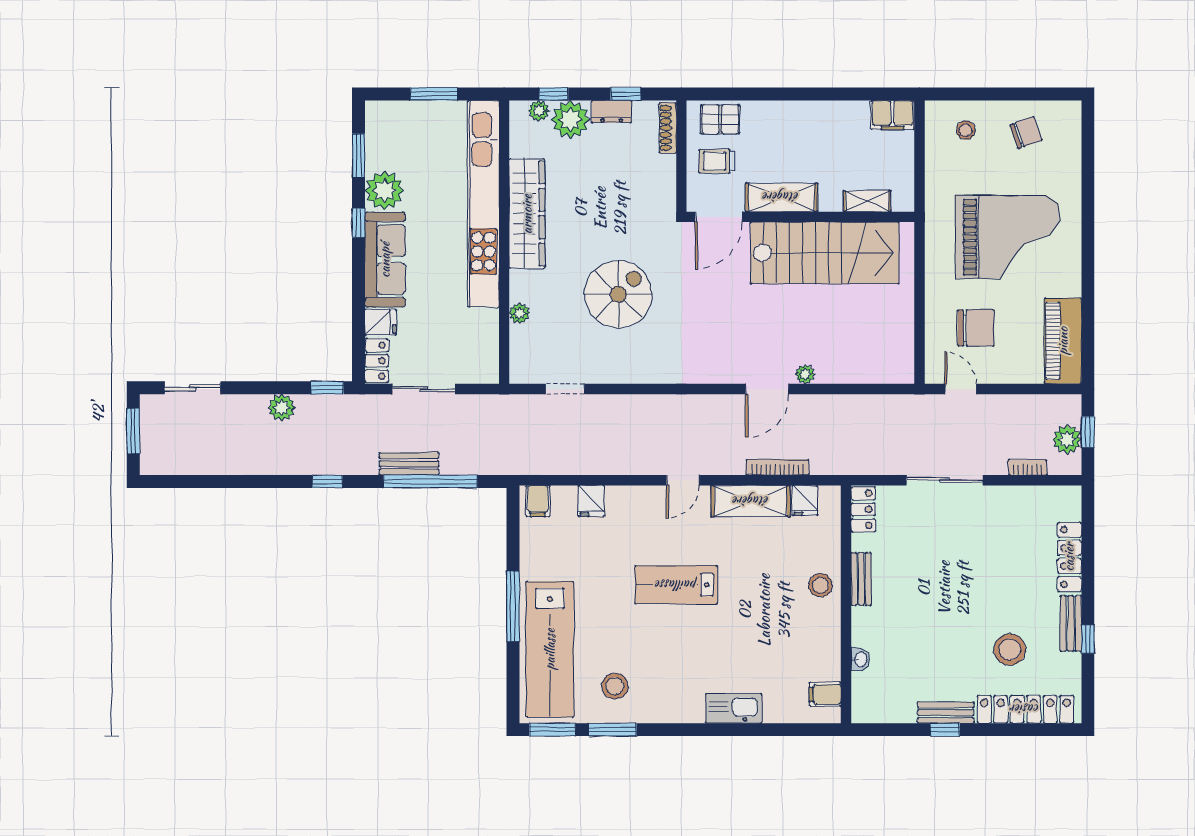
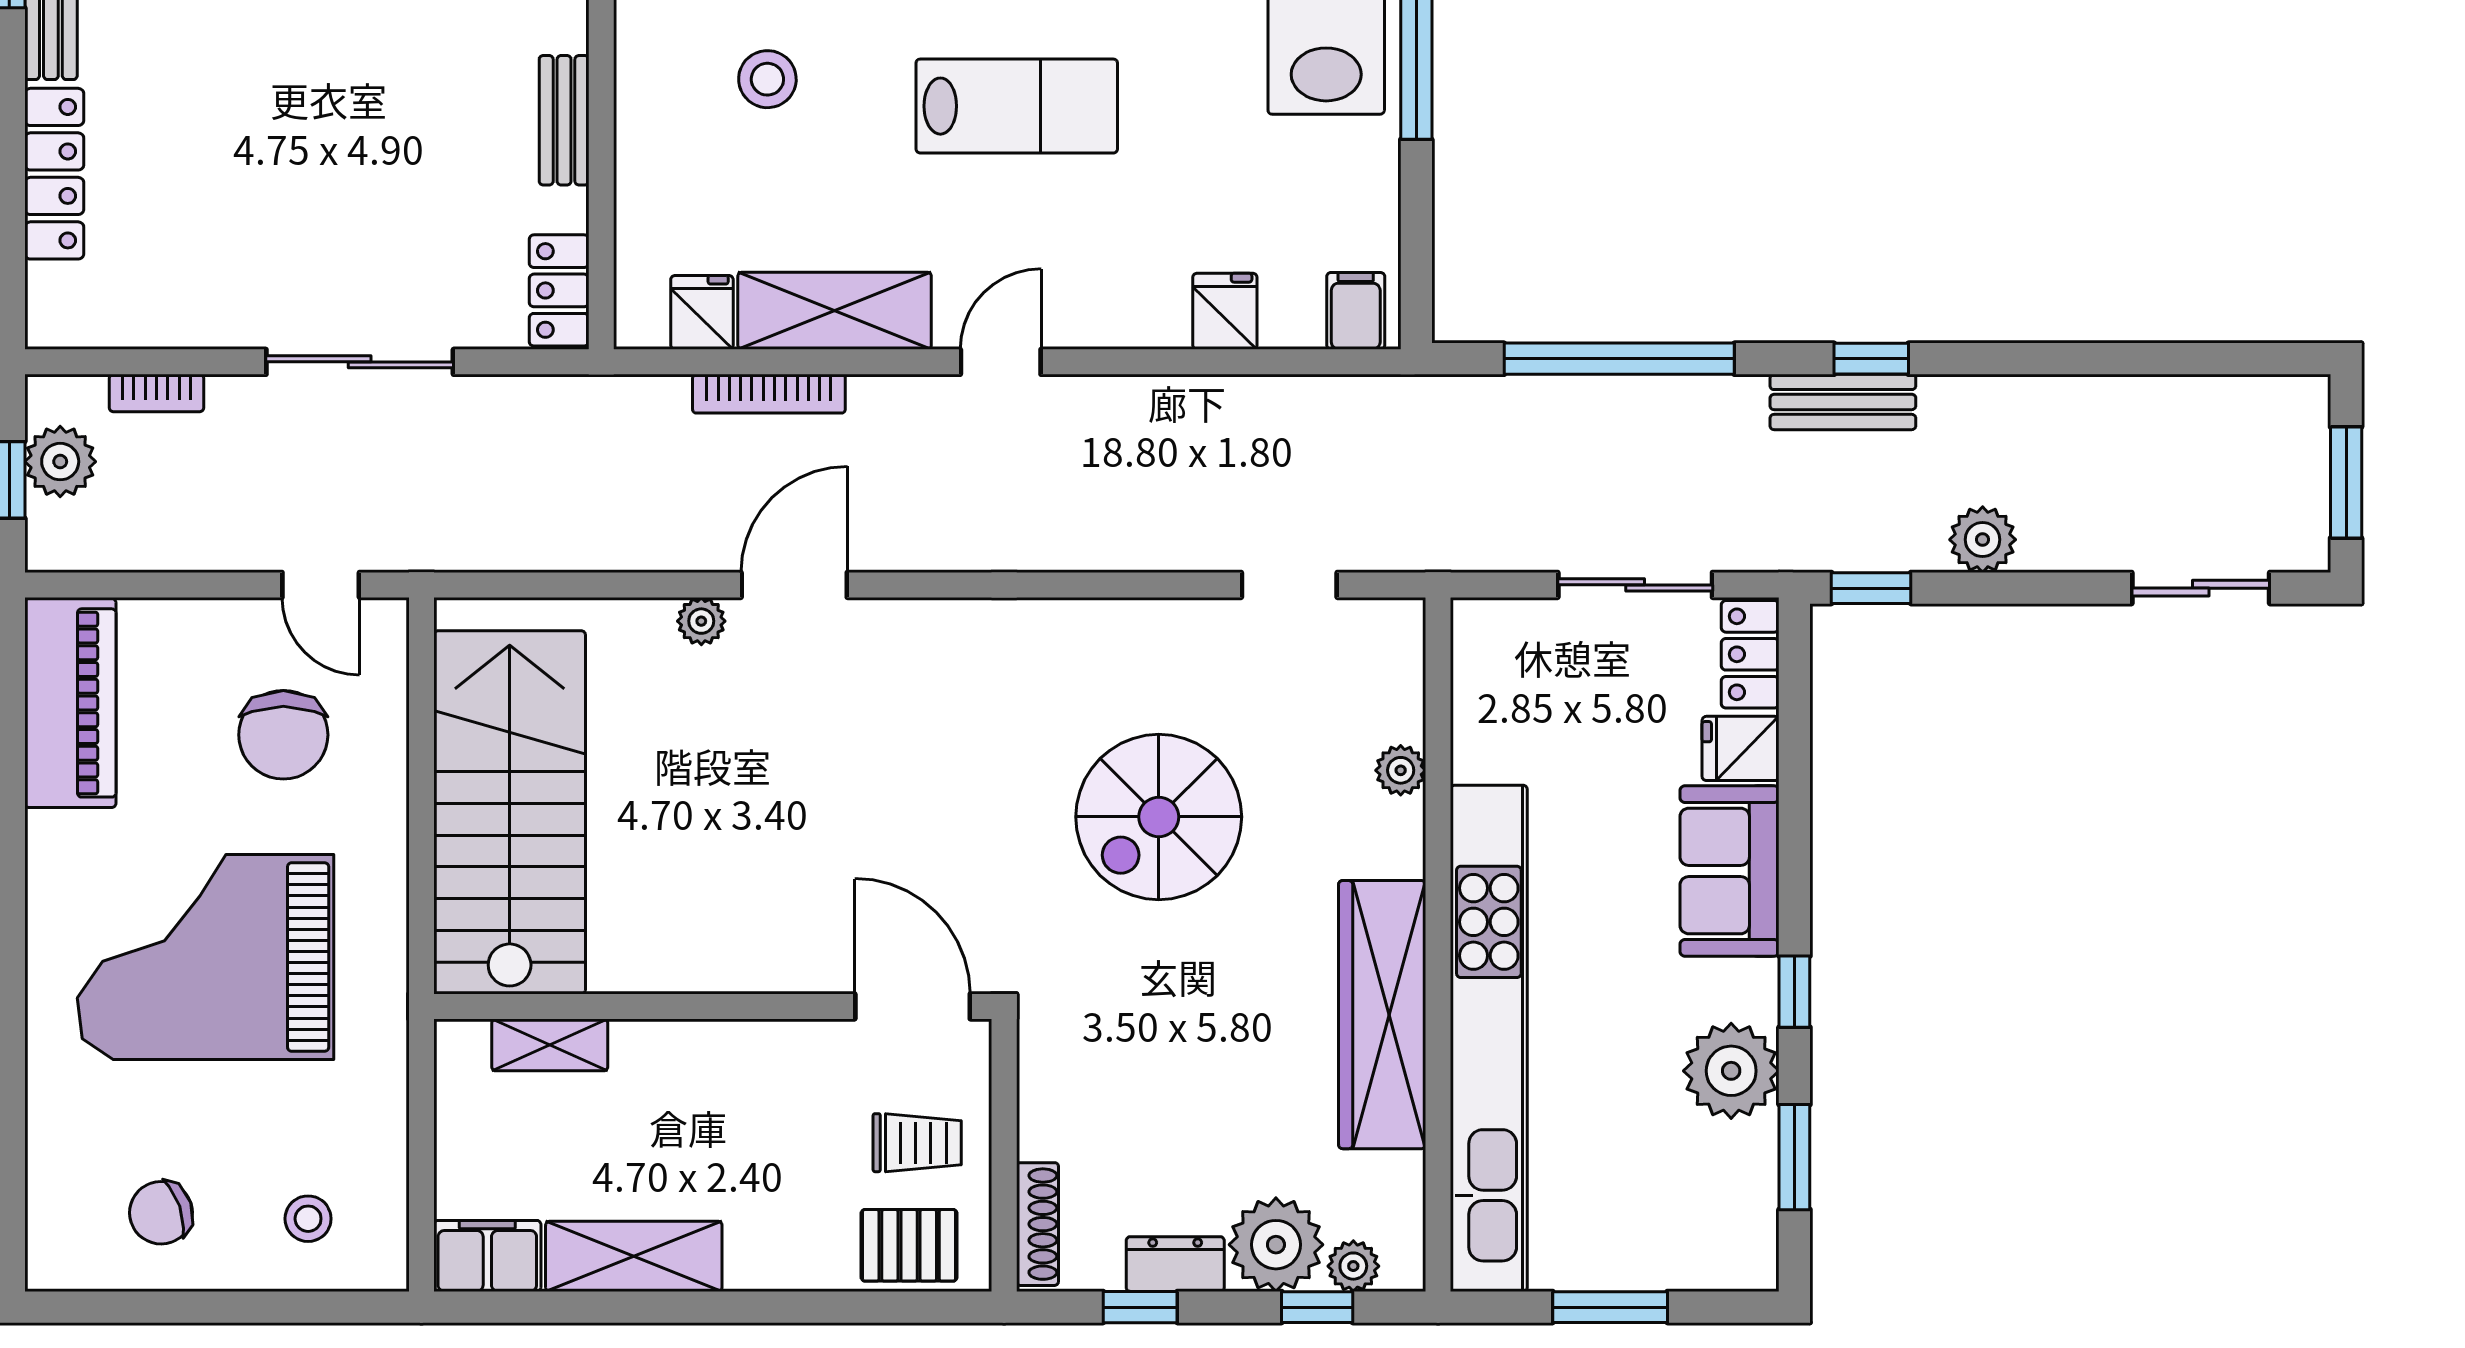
shelving: (781, 197) -> (634, 1256), moved
door: (719, 217) -> (913, 1006), hinge flipped
stairs: (825, 253) -> (510, 812), moved, turned 90
sofa: (385, 260) -> (1730, 871), width x0.73
chair: (976, 328) -> (283, 735), turned -90
bench: (409, 464) -> (1843, 402), moved
stool: (821, 585) -> (767, 79), moved

